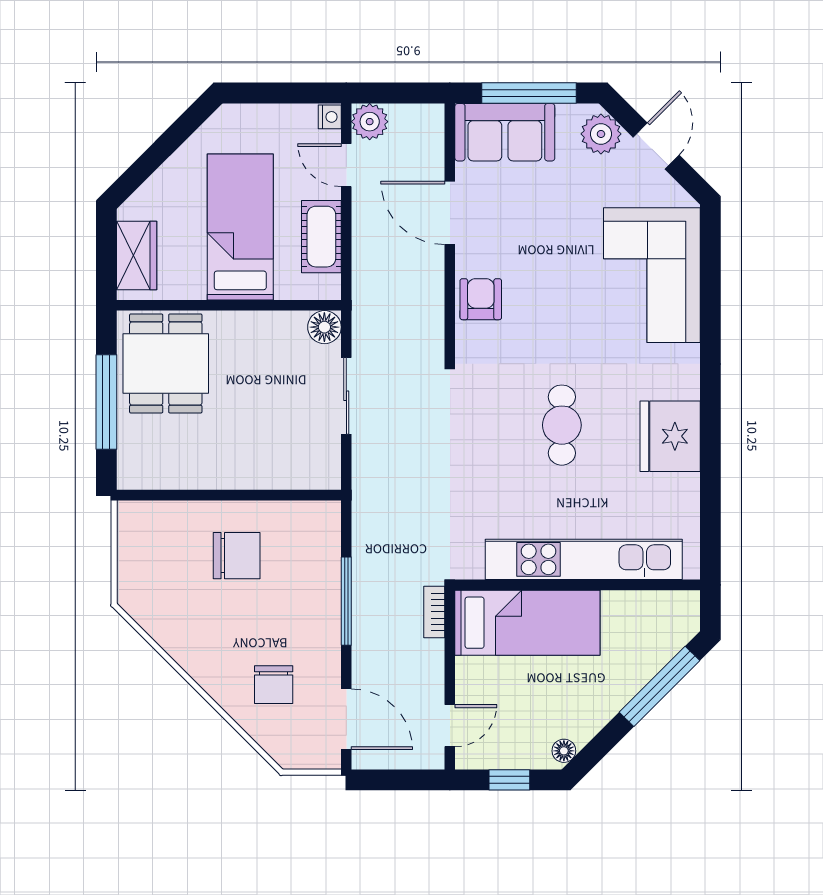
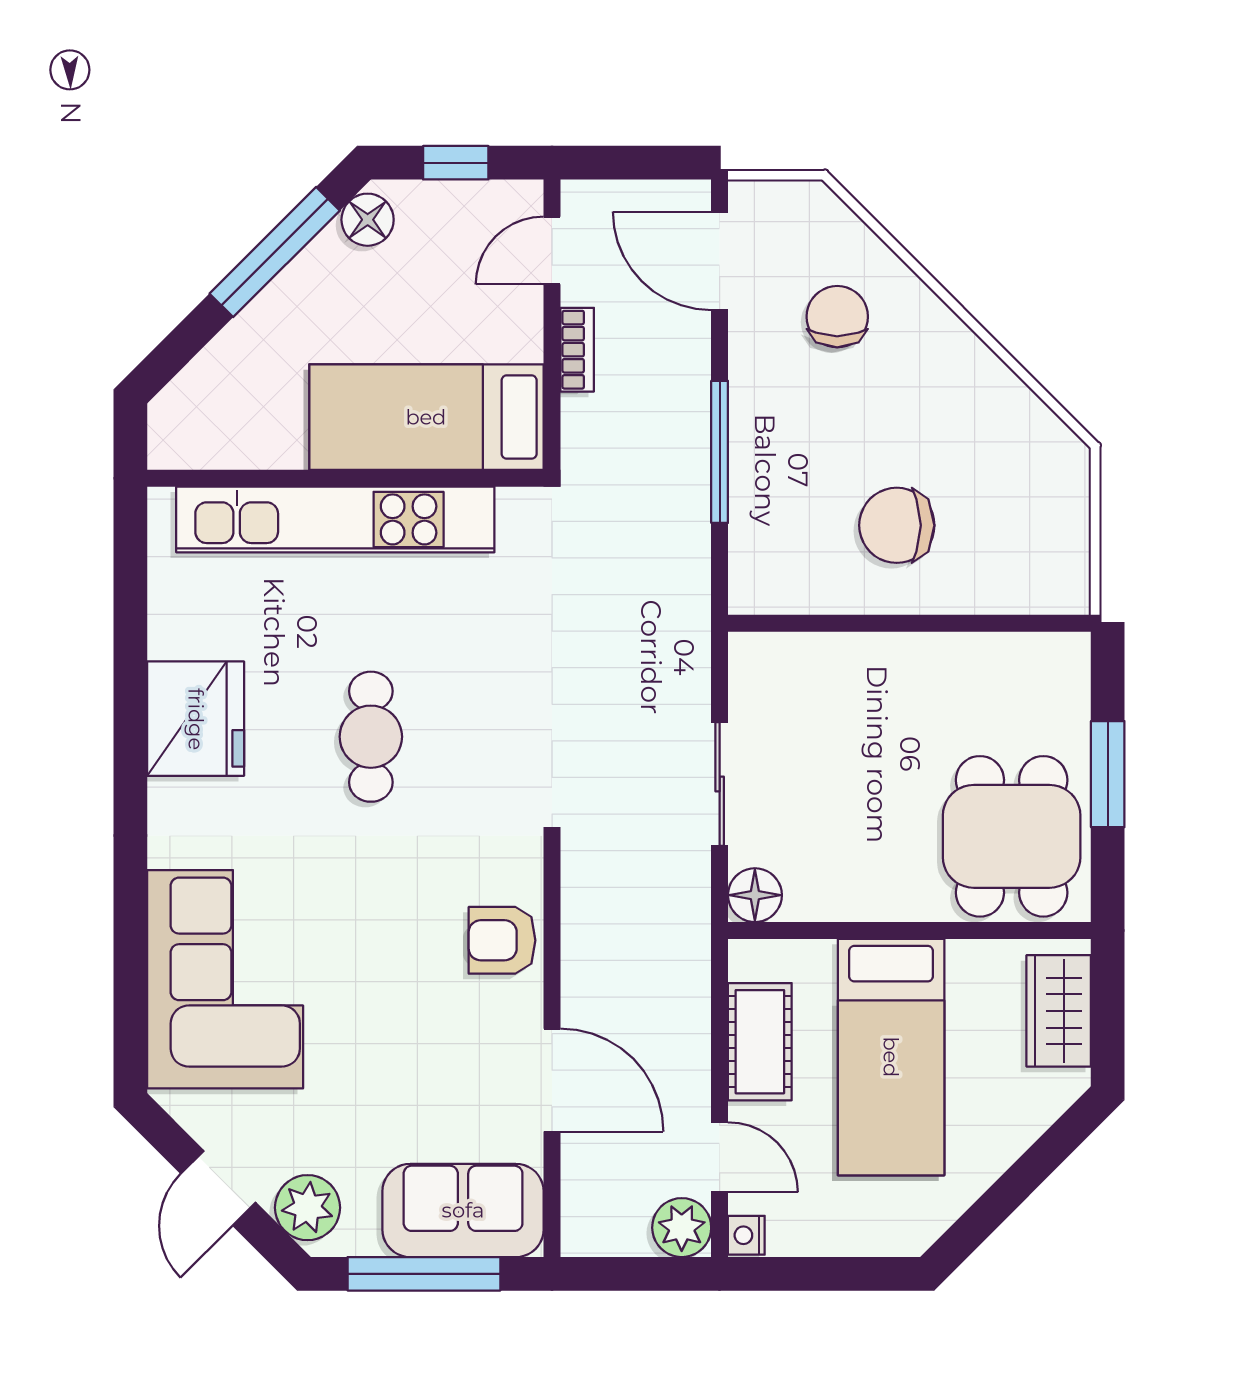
armchair: (481, 299) -> (502, 940), turned 90
window: (106, 402) -> (1108, 774), width x0.69
bookcase: (434, 612) -> (577, 350), moved
window: (660, 686) -> (275, 252), moved
floor lamp: (564, 751) -> (368, 220), width x1.37, depth x1.37

